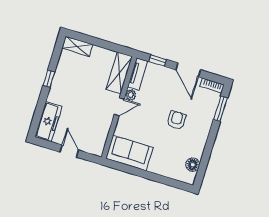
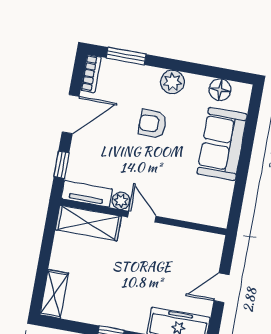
plant: (201, 136) -> (172, 82), added
sofa: (129, 153) -> (222, 144), moved

